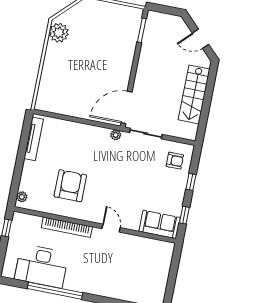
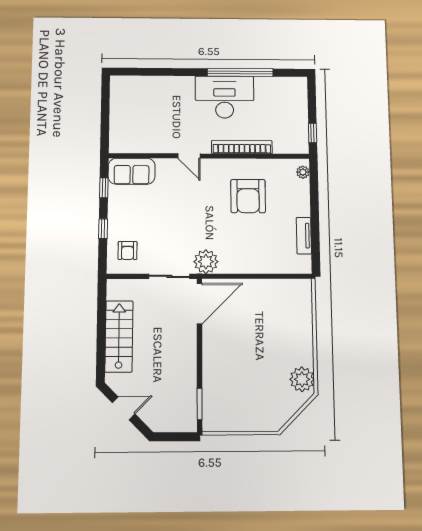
plant: (116, 135) -> (206, 262), width x1.87, depth x1.87
tv unit: (34, 139) -> (304, 236), width x0.71
armchair: (175, 161) -> (128, 251), turned -90
desk: (42, 266) -> (225, 97), moved

